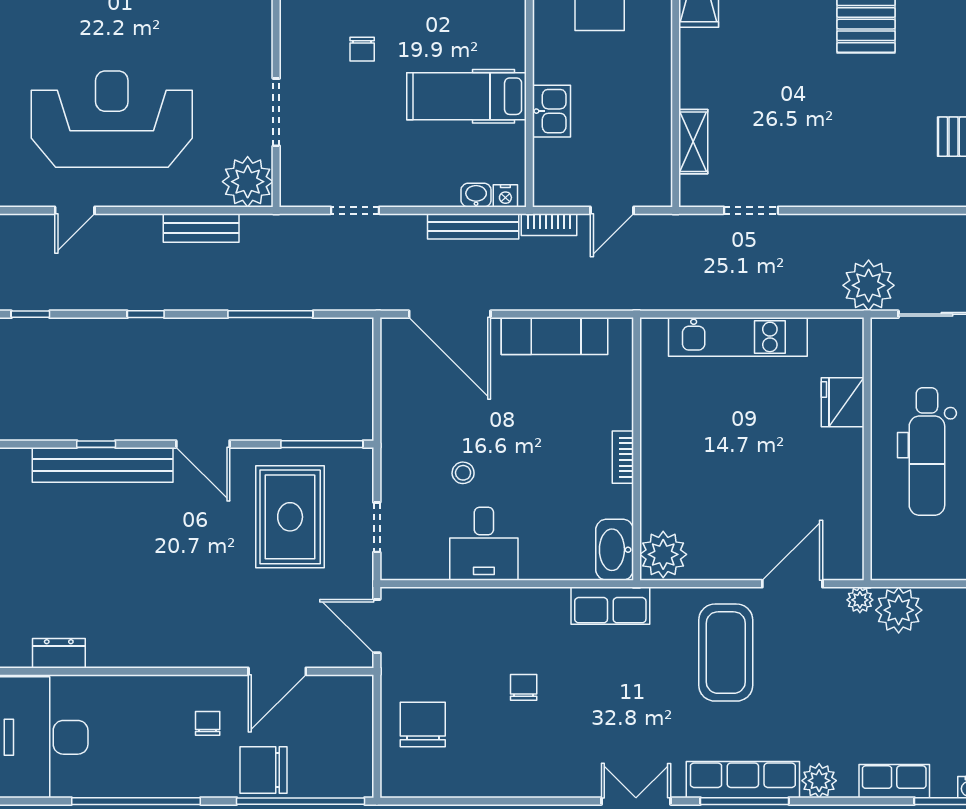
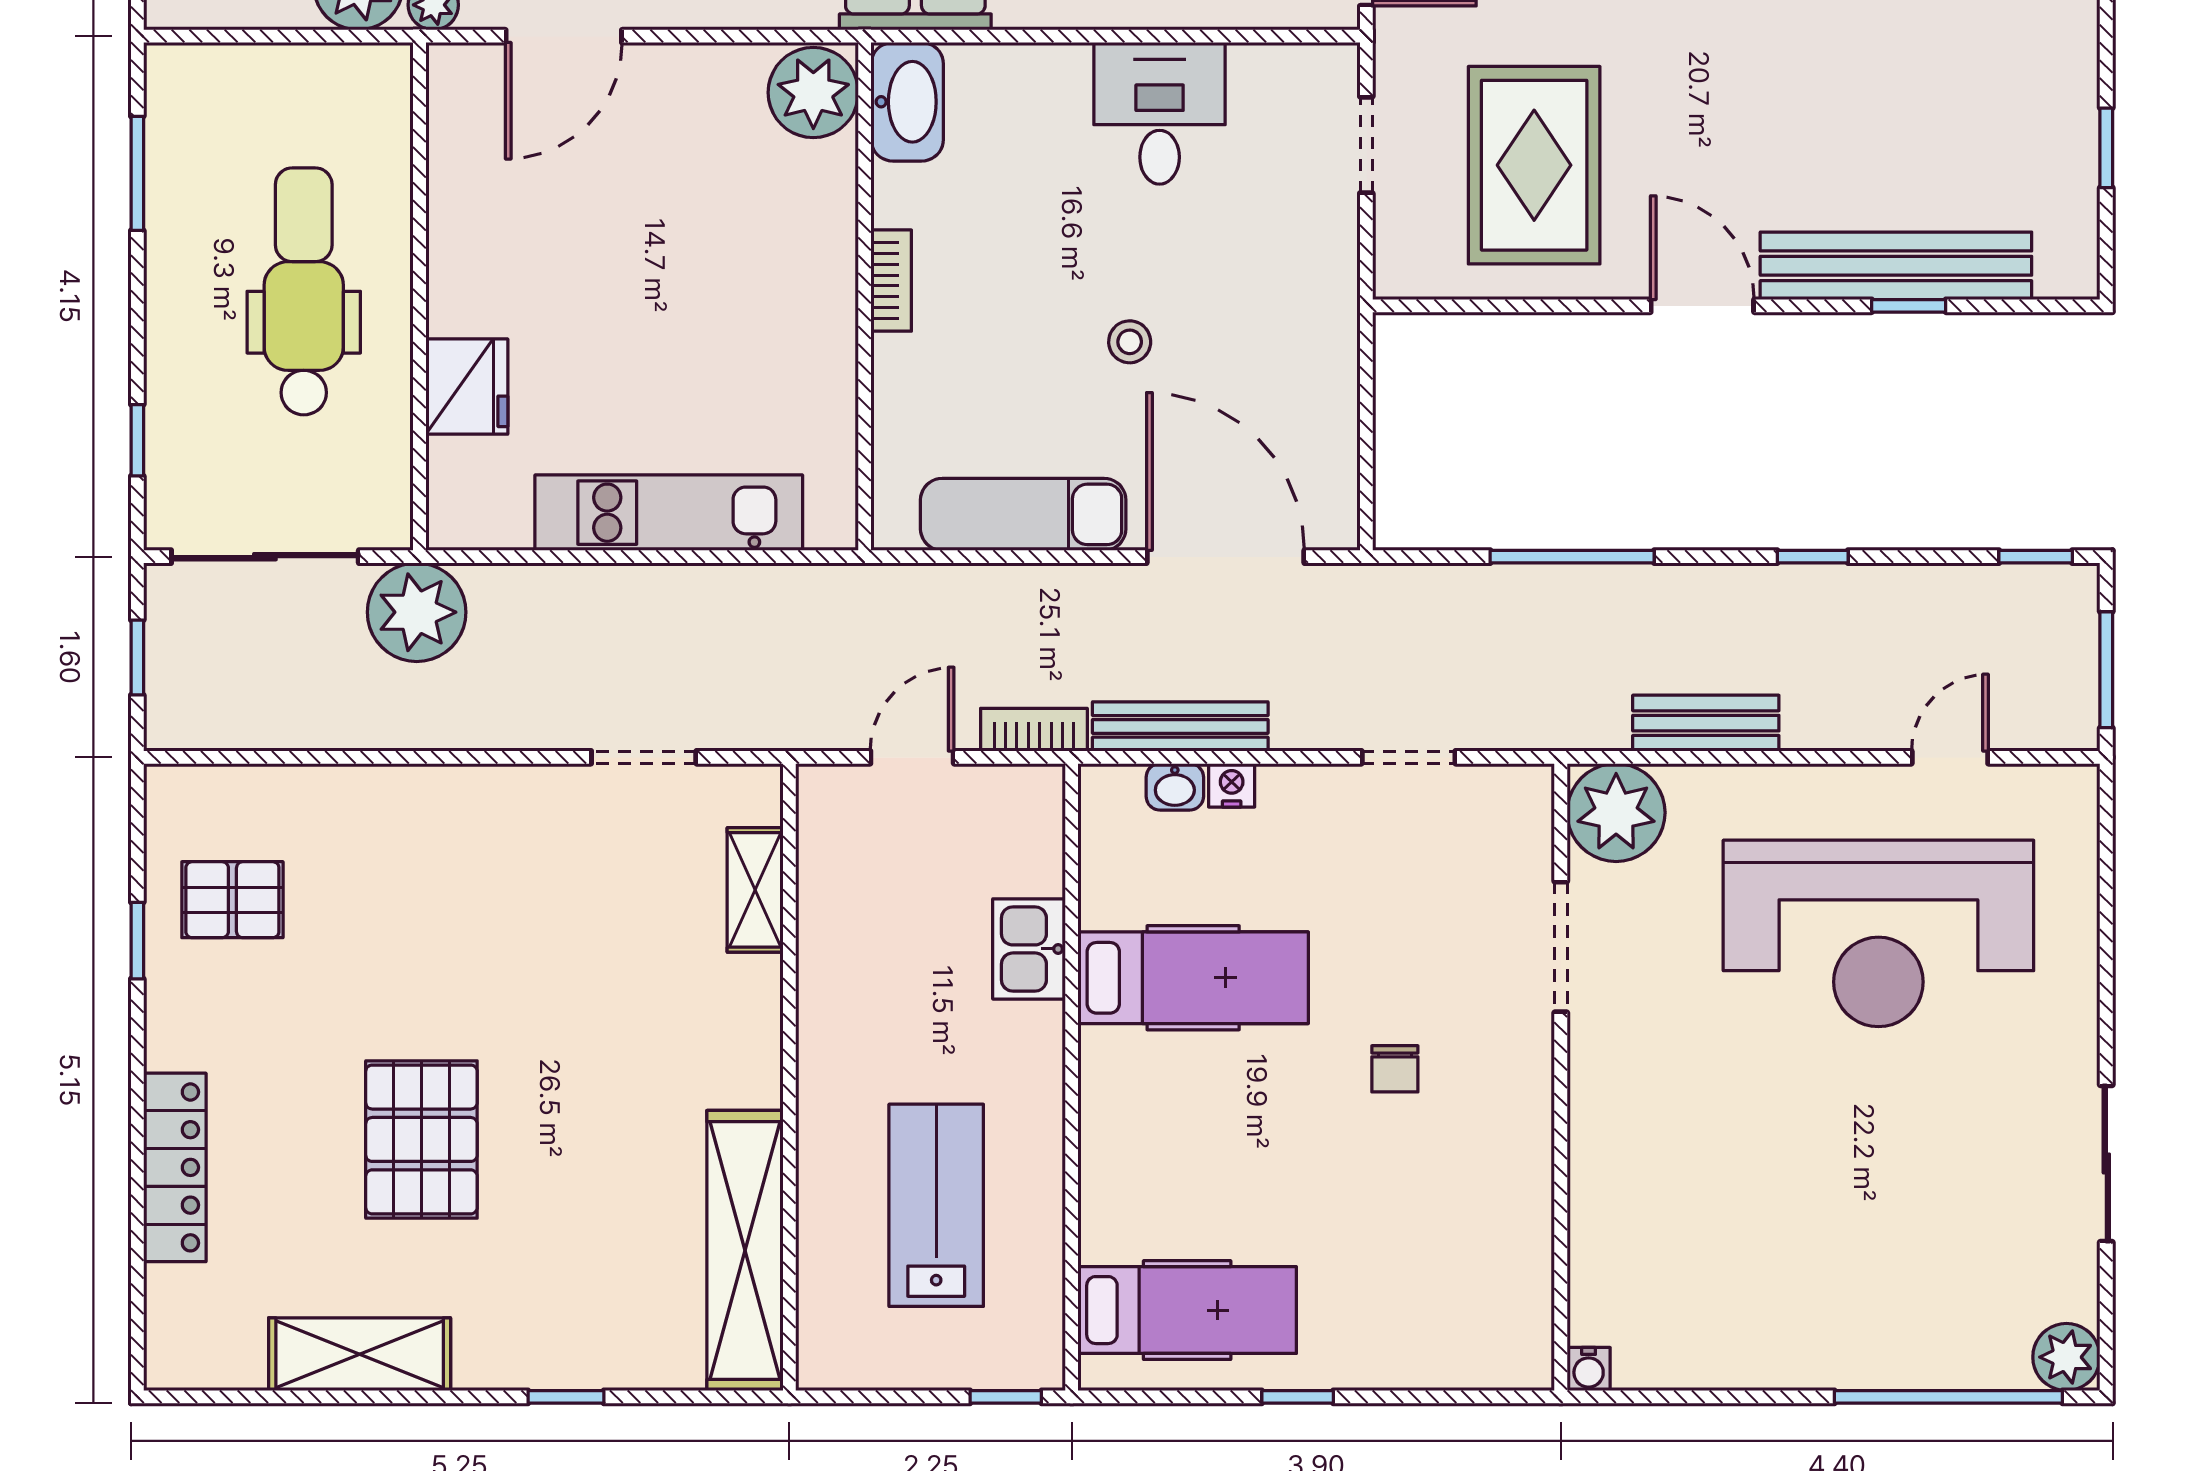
chair: (362, 49) -> (1395, 1069), turned 180
nightstand: (505, 196) -> (1232, 785), moved
window: (322, 444) -> (1473, 306), removed
stool: (463, 473) -> (1130, 342), moved

